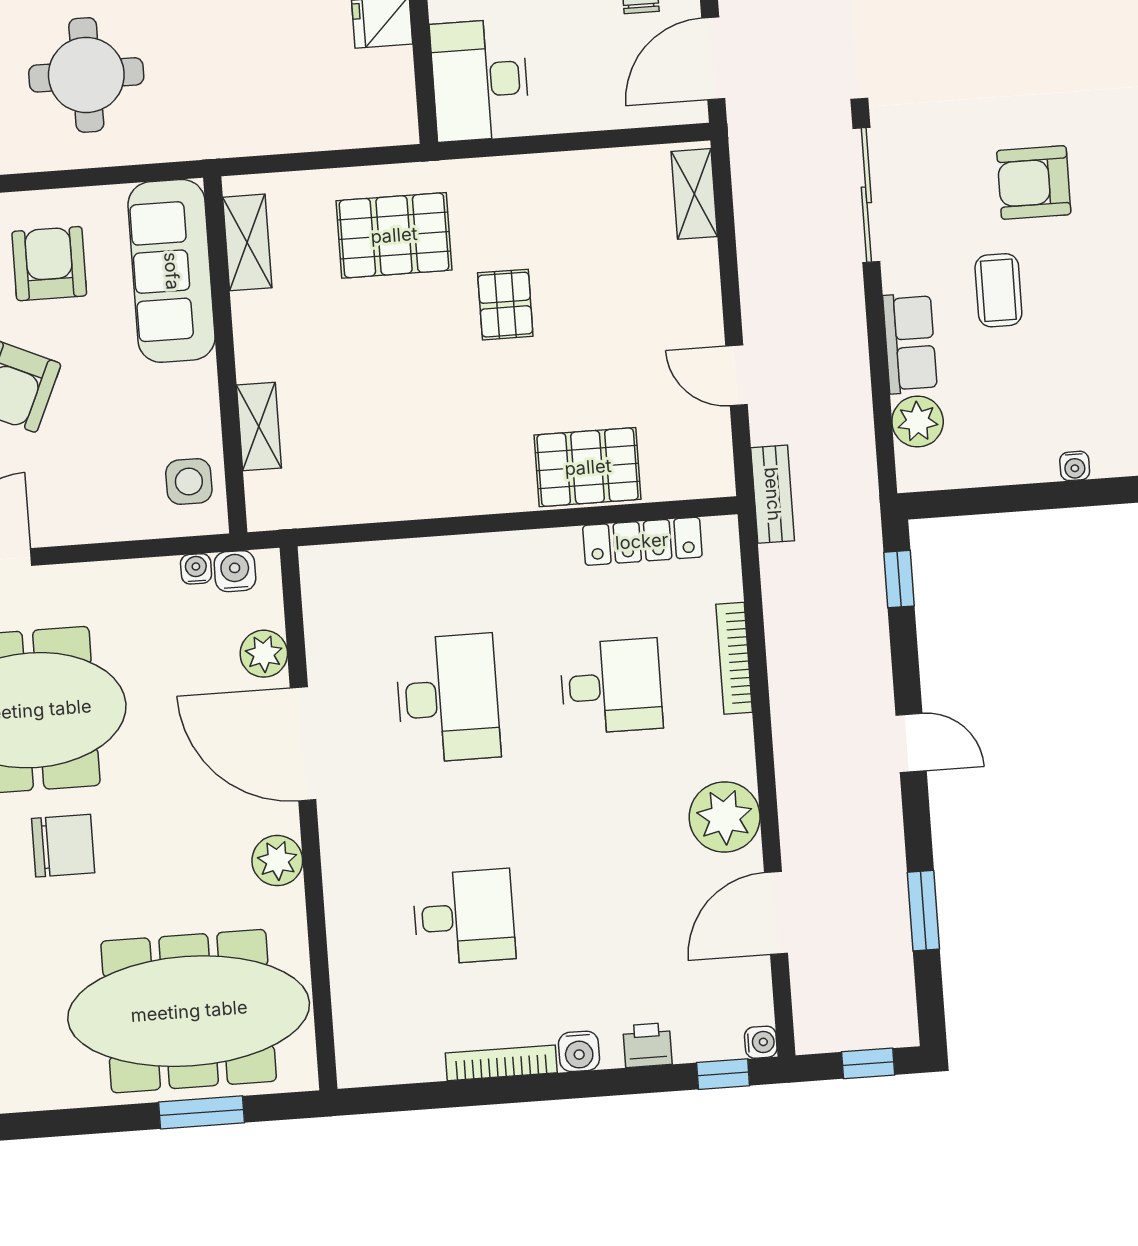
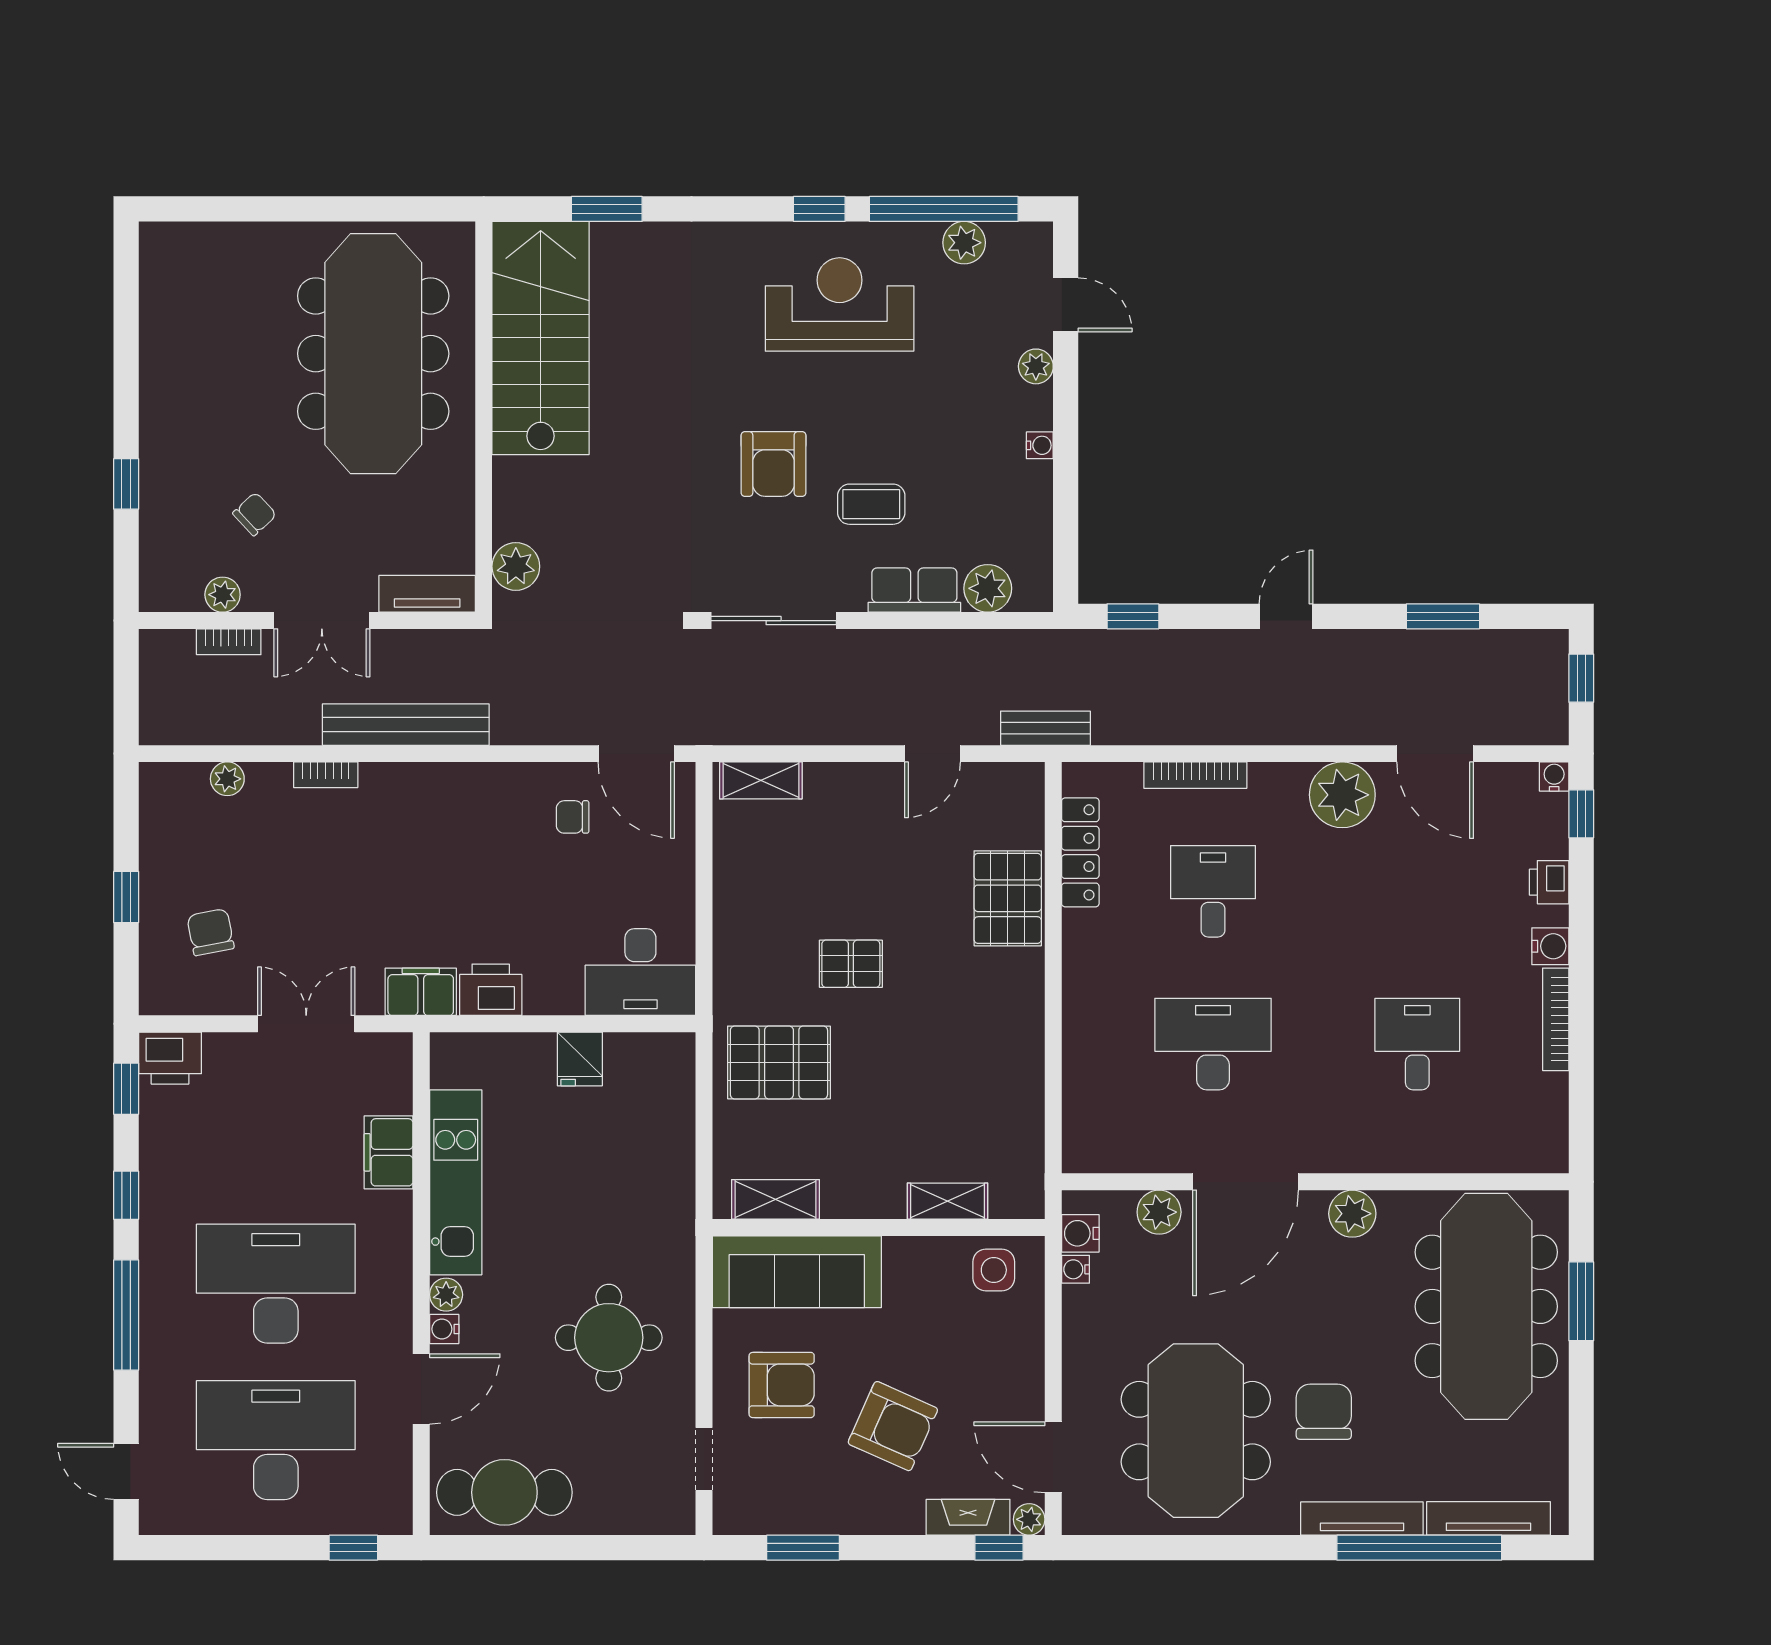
pallet: (394, 235) -> (779, 1062), turned 90
armchair: (49, 264) -> (782, 1385), turned 180

